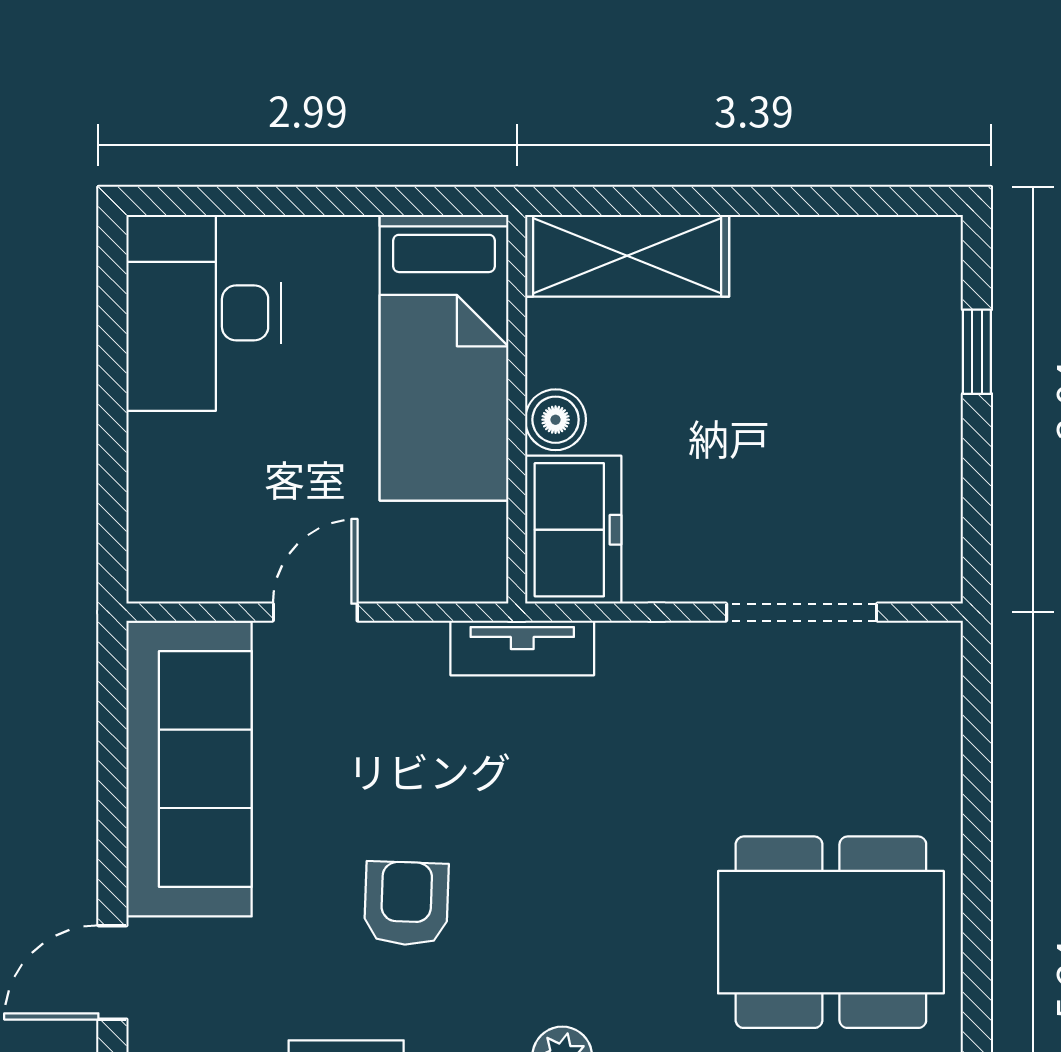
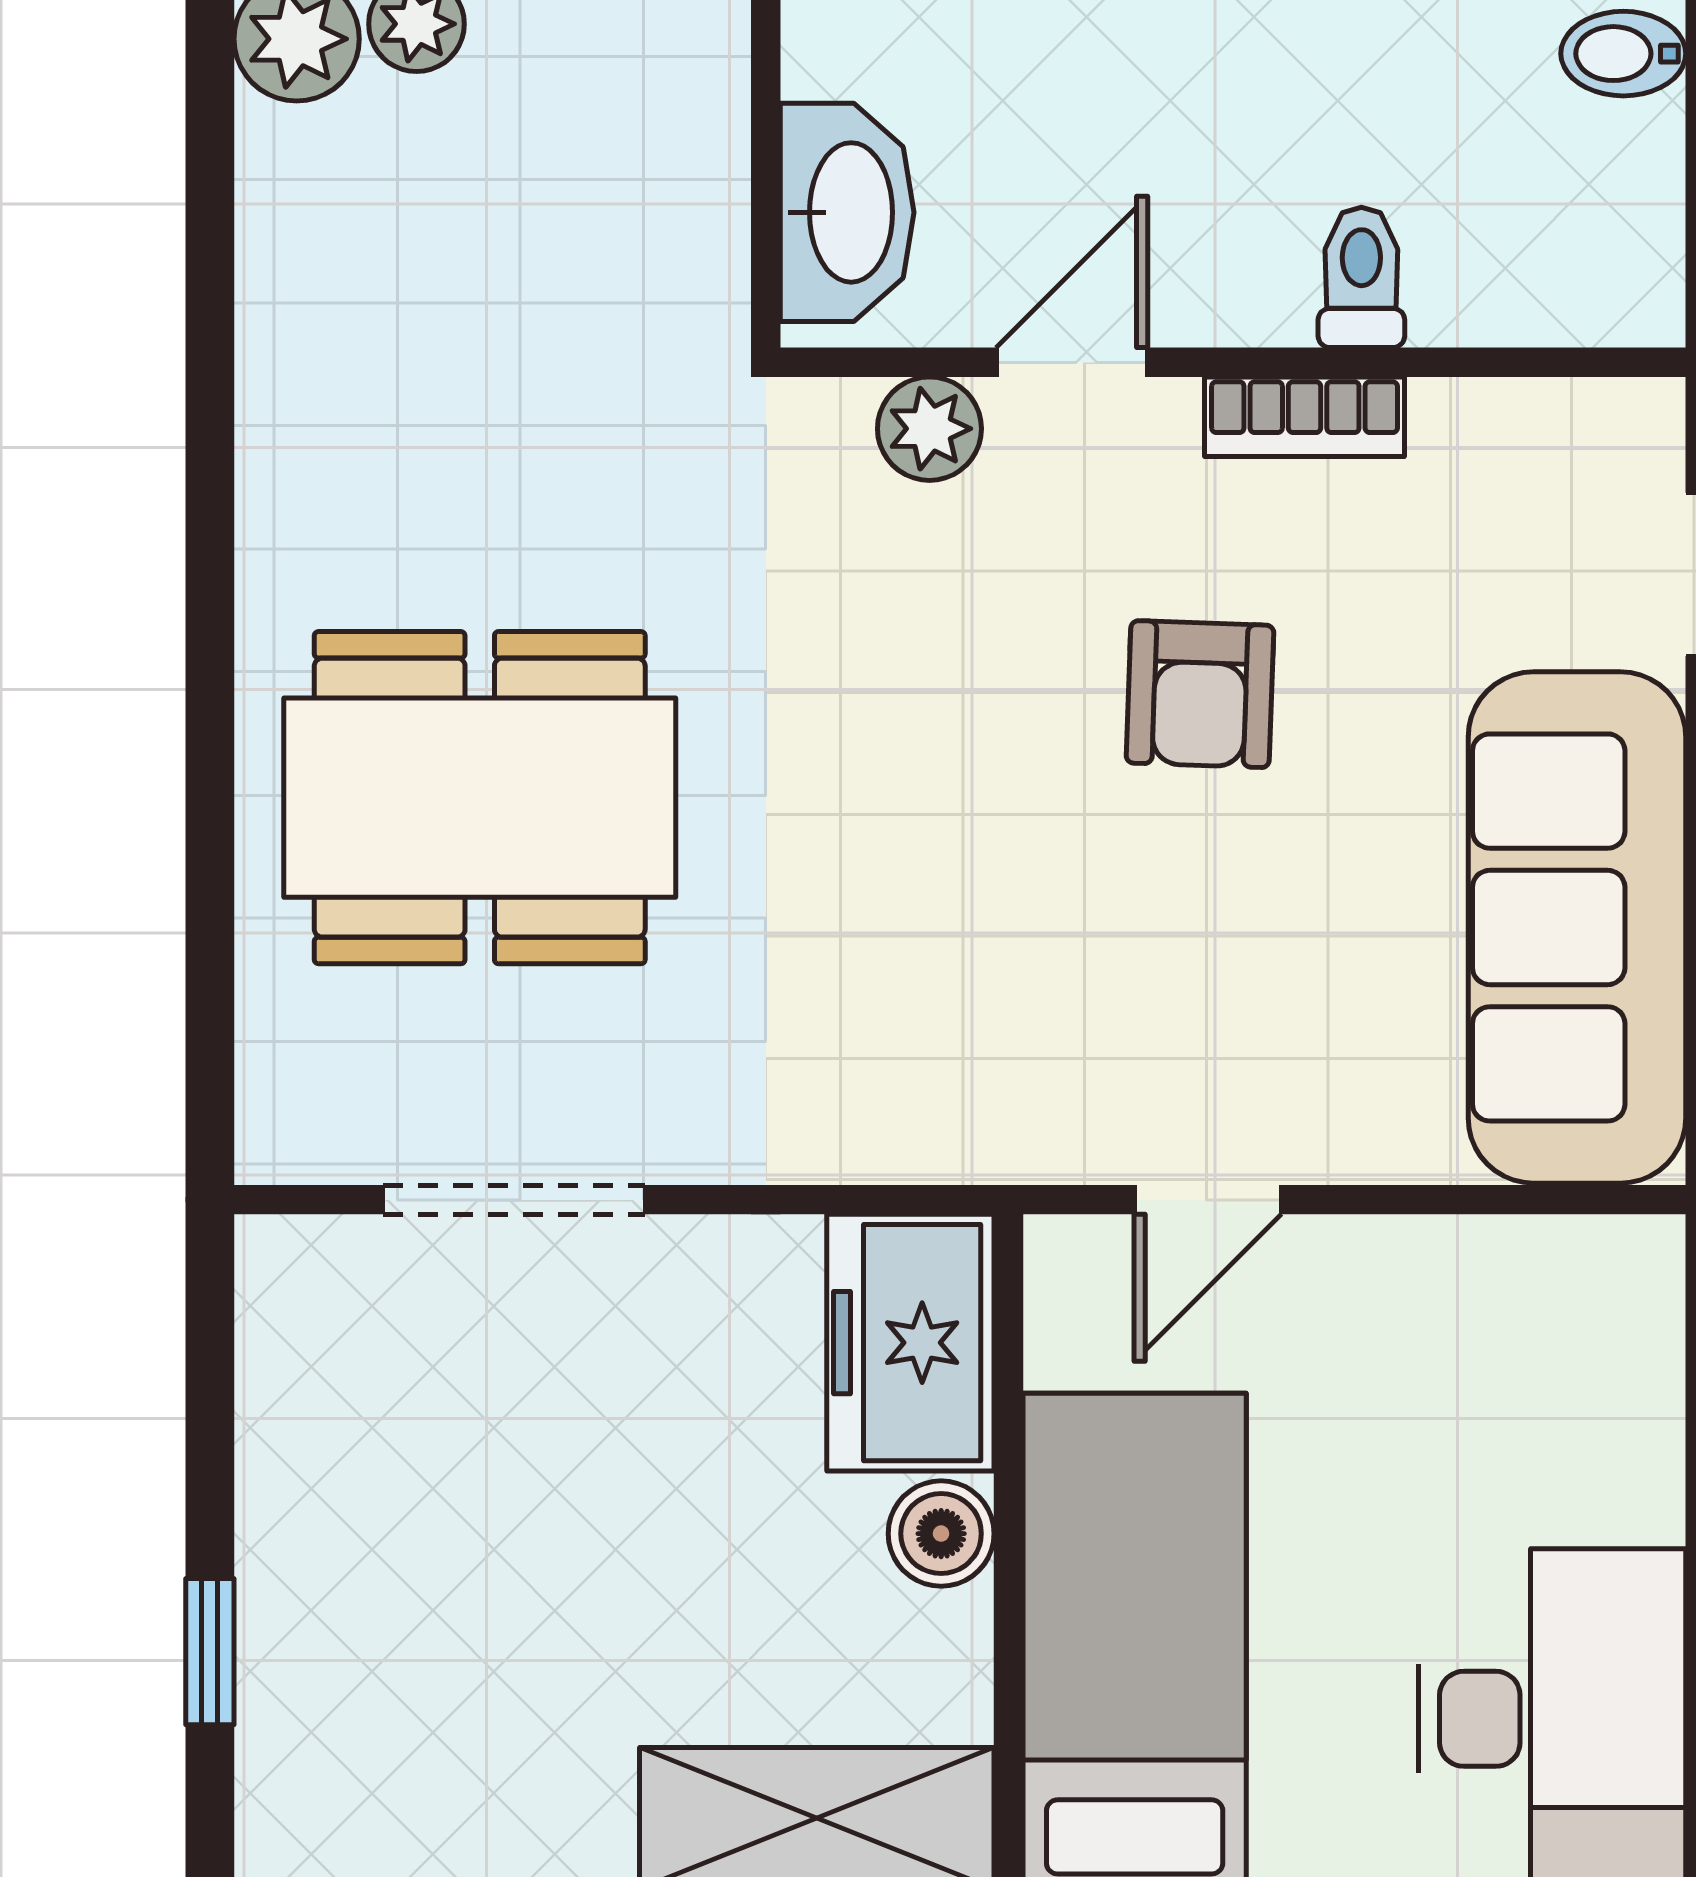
door: (315, 612) -> (1208, 1200), moved
tv unit: (522, 648) -> (999, 1137), removed
dining table: (831, 932) -> (480, 798), moved

